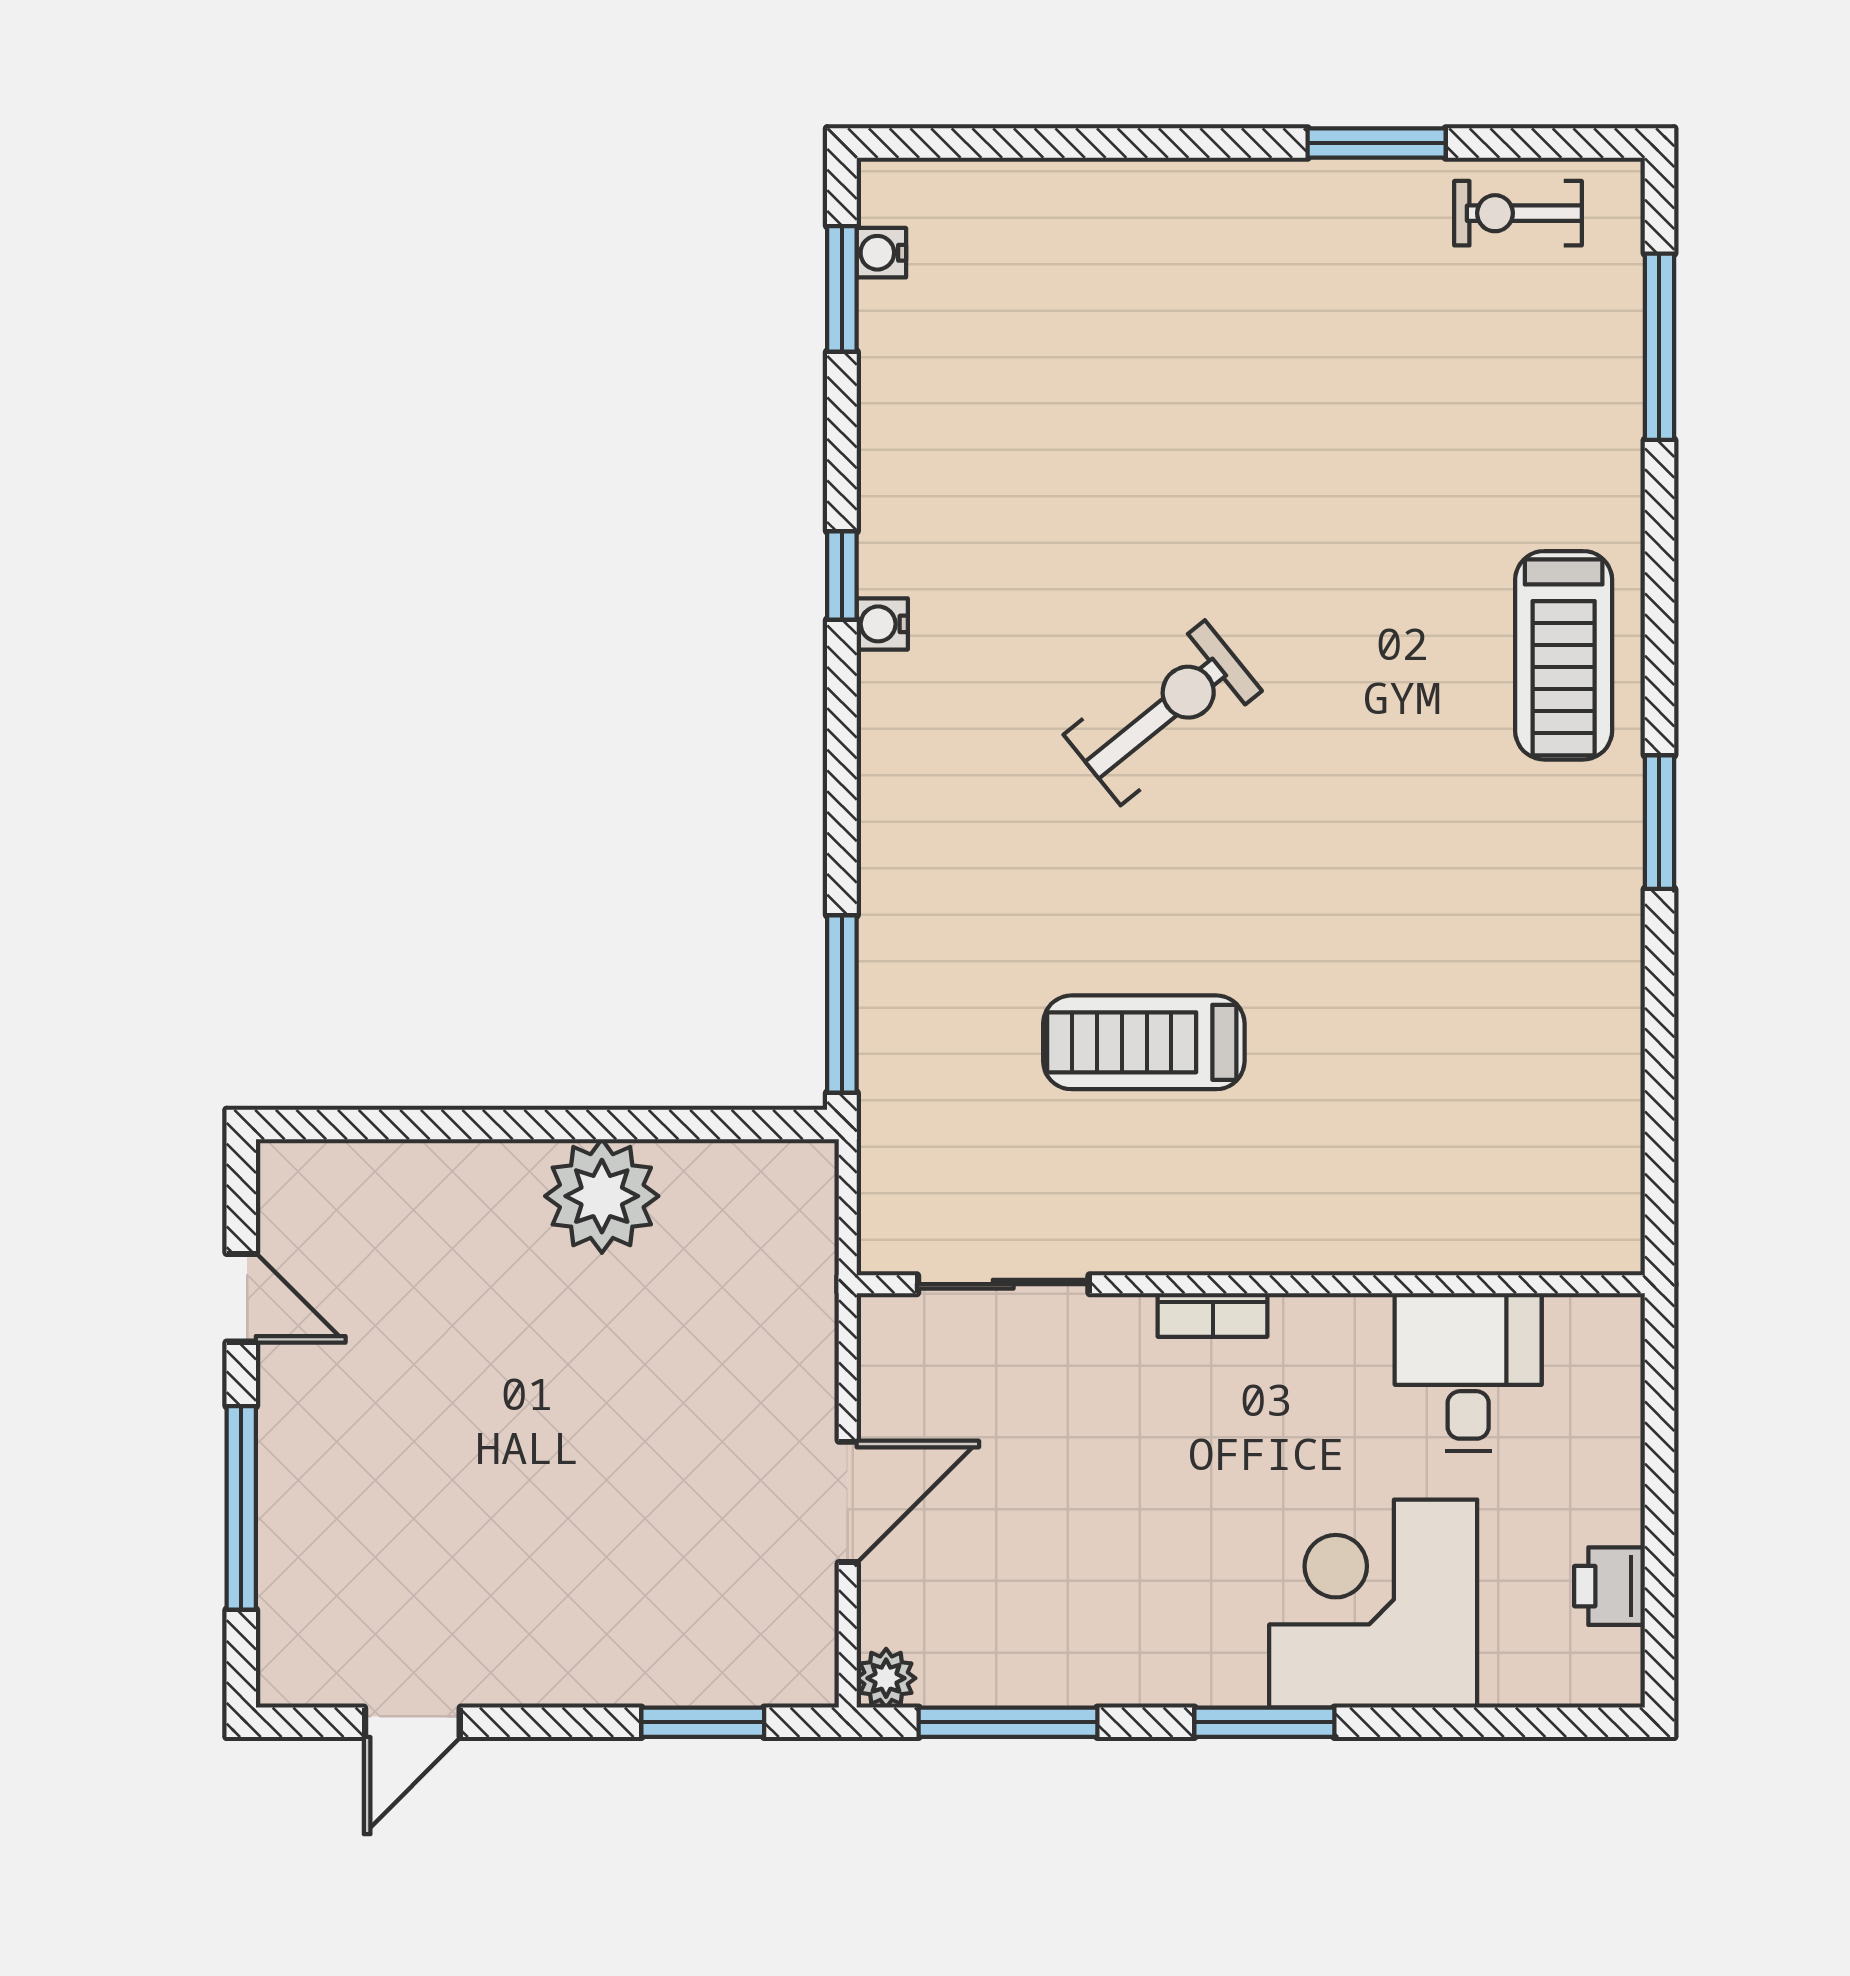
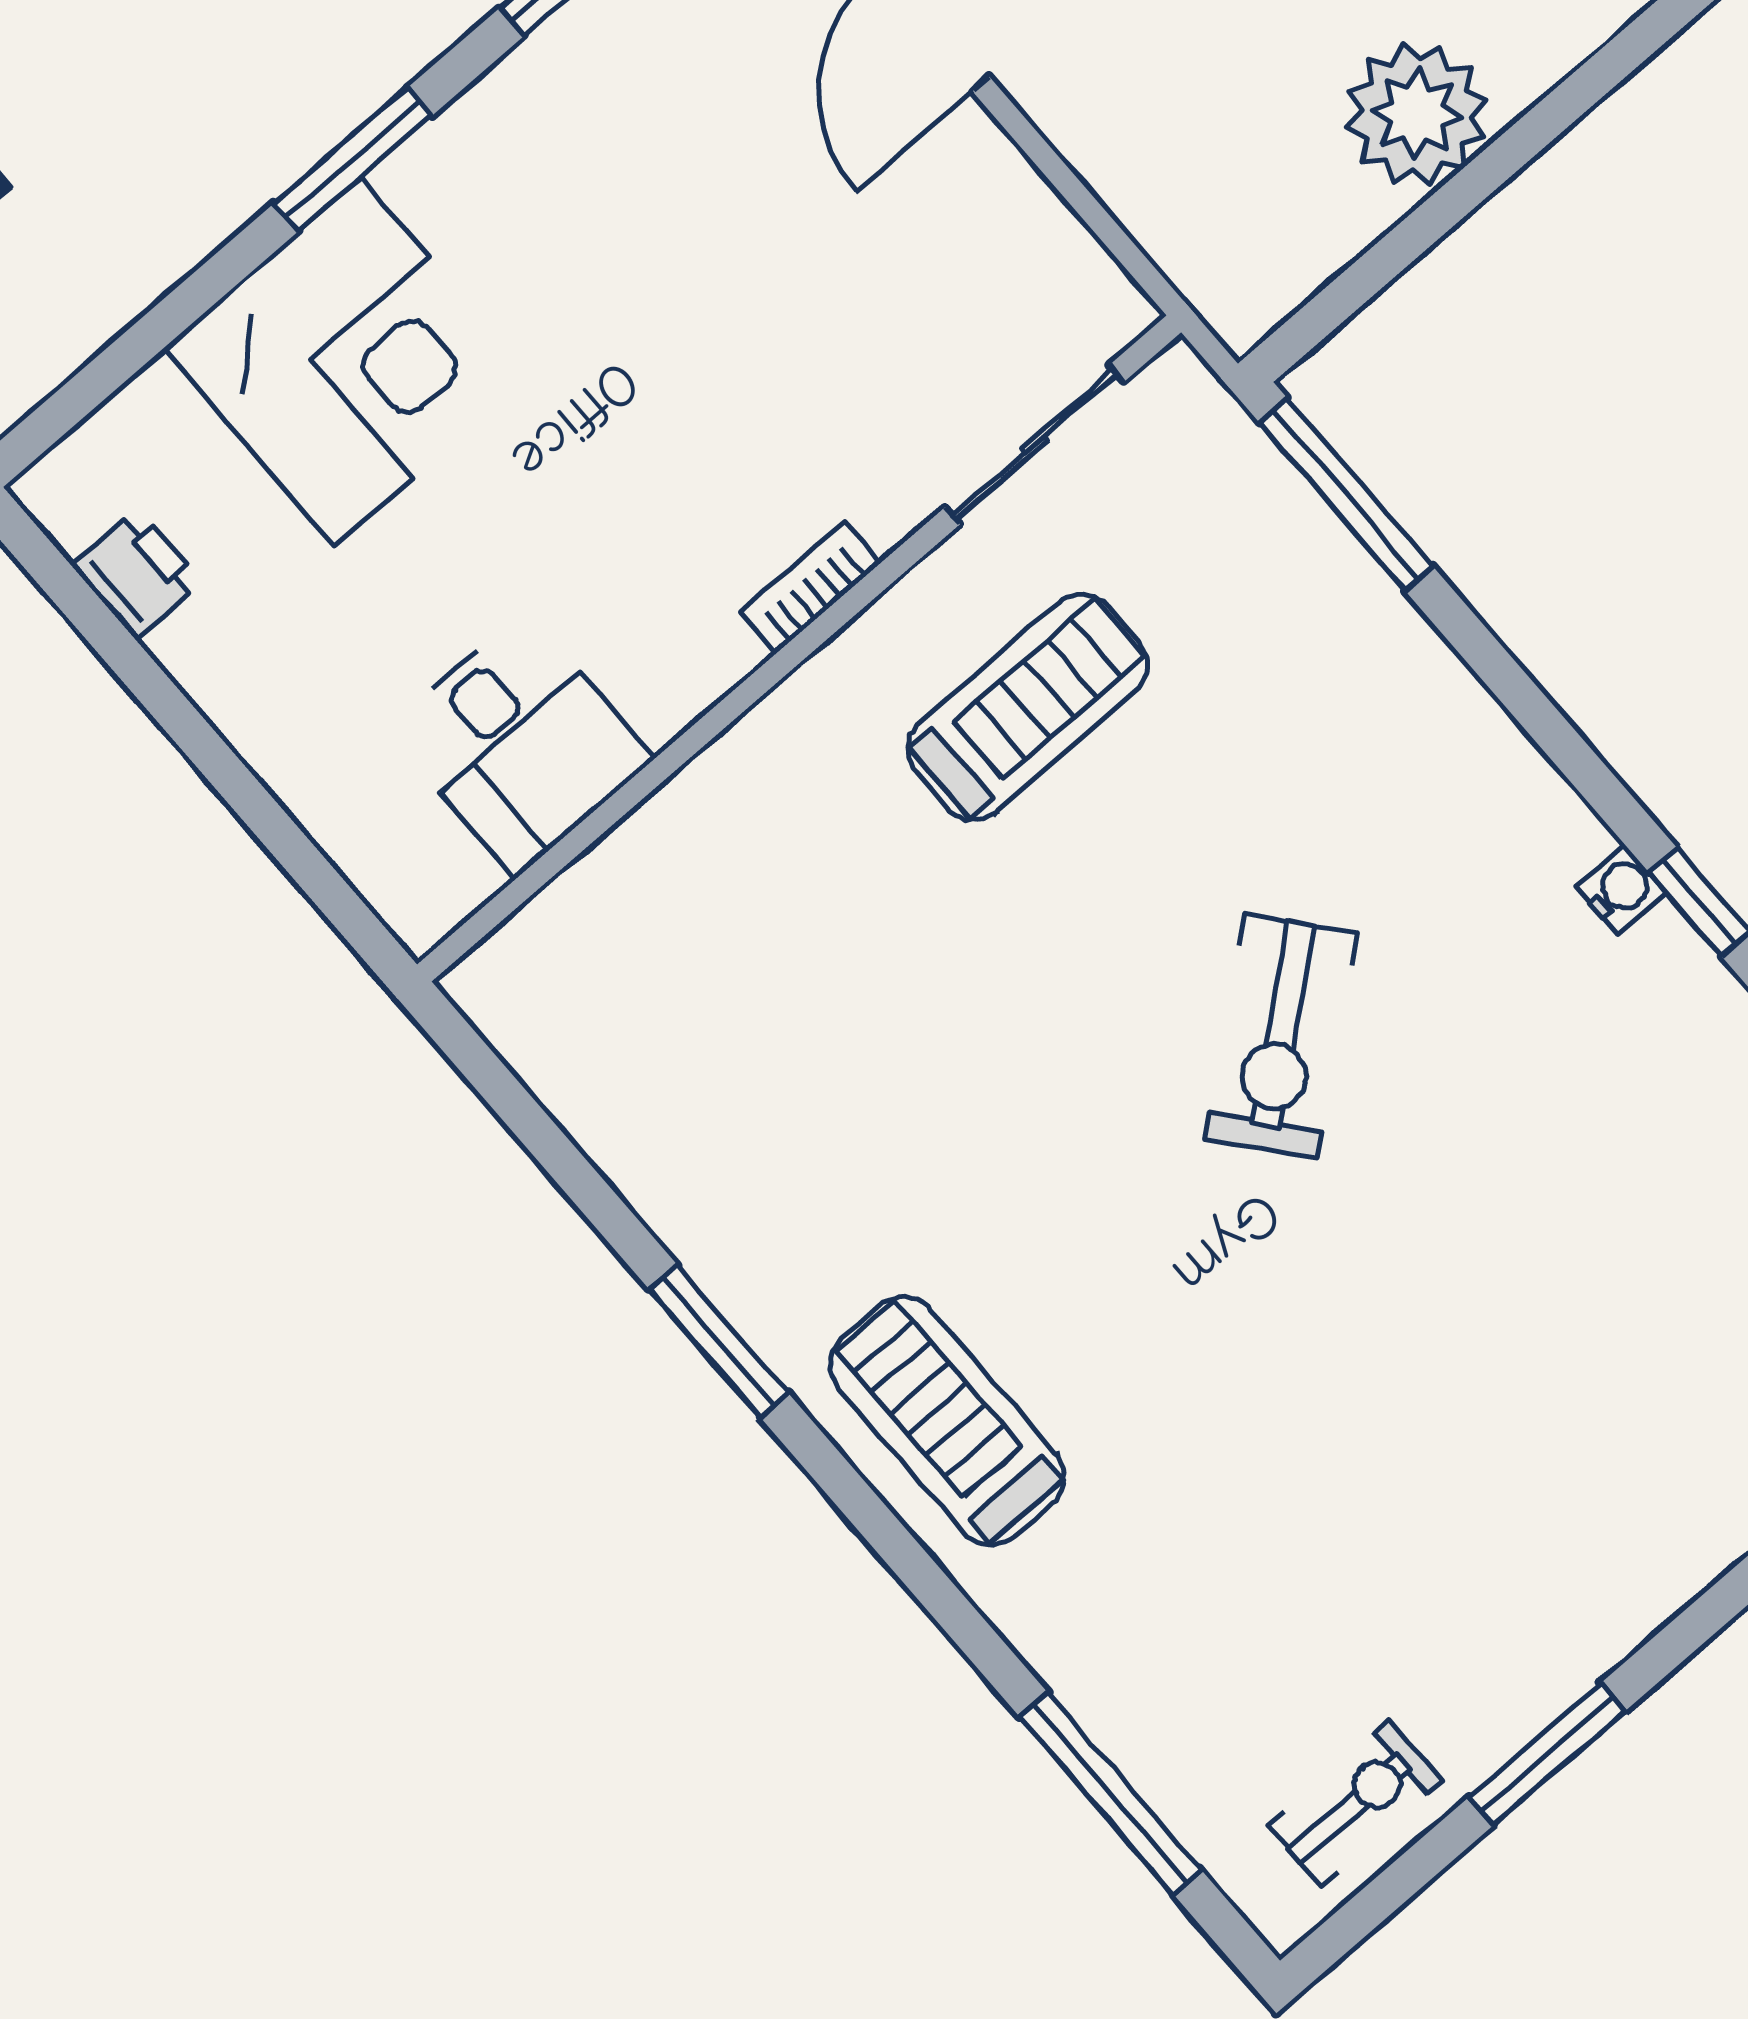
sliding door: (1003, 1284) -> (1035, 445), moved
wall: (1251, 1284) -> (799, 648), moved
bookcase: (1213, 1315) -> (810, 588), moved
desk: (1468, 1372) -> (520, 744), moved

